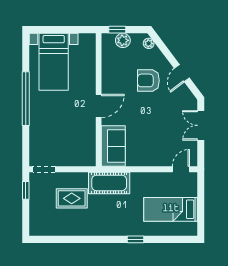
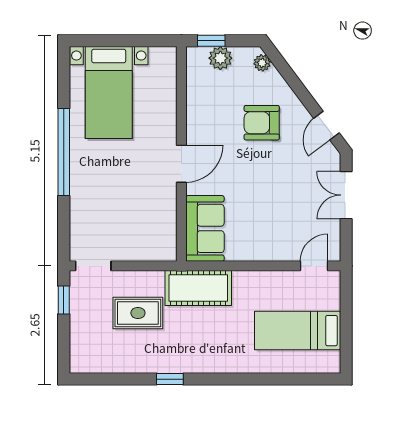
door: (182, 73) -> (327, 126), moved
window: (135, 239) -> (170, 379), moved

